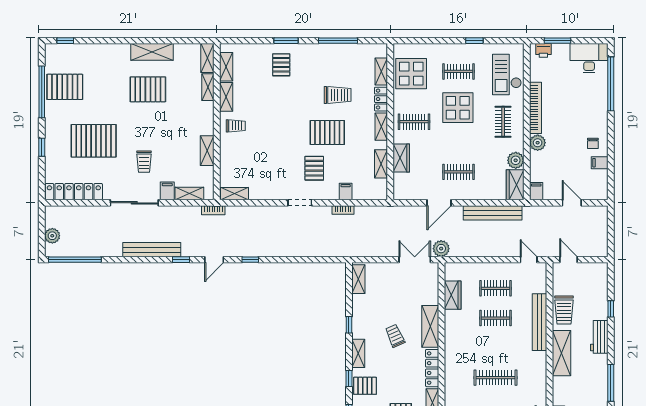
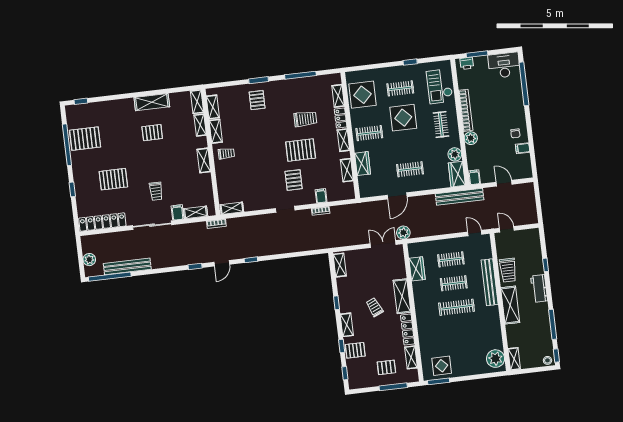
pallet: (148, 89) -> (152, 133), width x0.67, depth x0.71
pallet: (94, 141) -> (113, 179), width x0.73, depth x0.71
shelving: (207, 151) -> (204, 160), moved
bench: (493, 213) -> (460, 197), moved
bench: (152, 250) -> (127, 266), moved
clothes rail: (495, 378) -> (457, 307), moved

